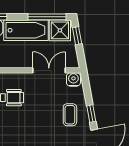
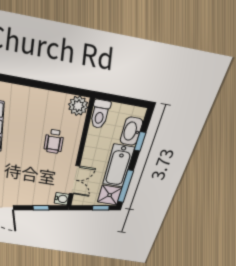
window: (91, 114) -> (41, 208), moved
coffee table: (70, 115) -> (29, 191), removed

